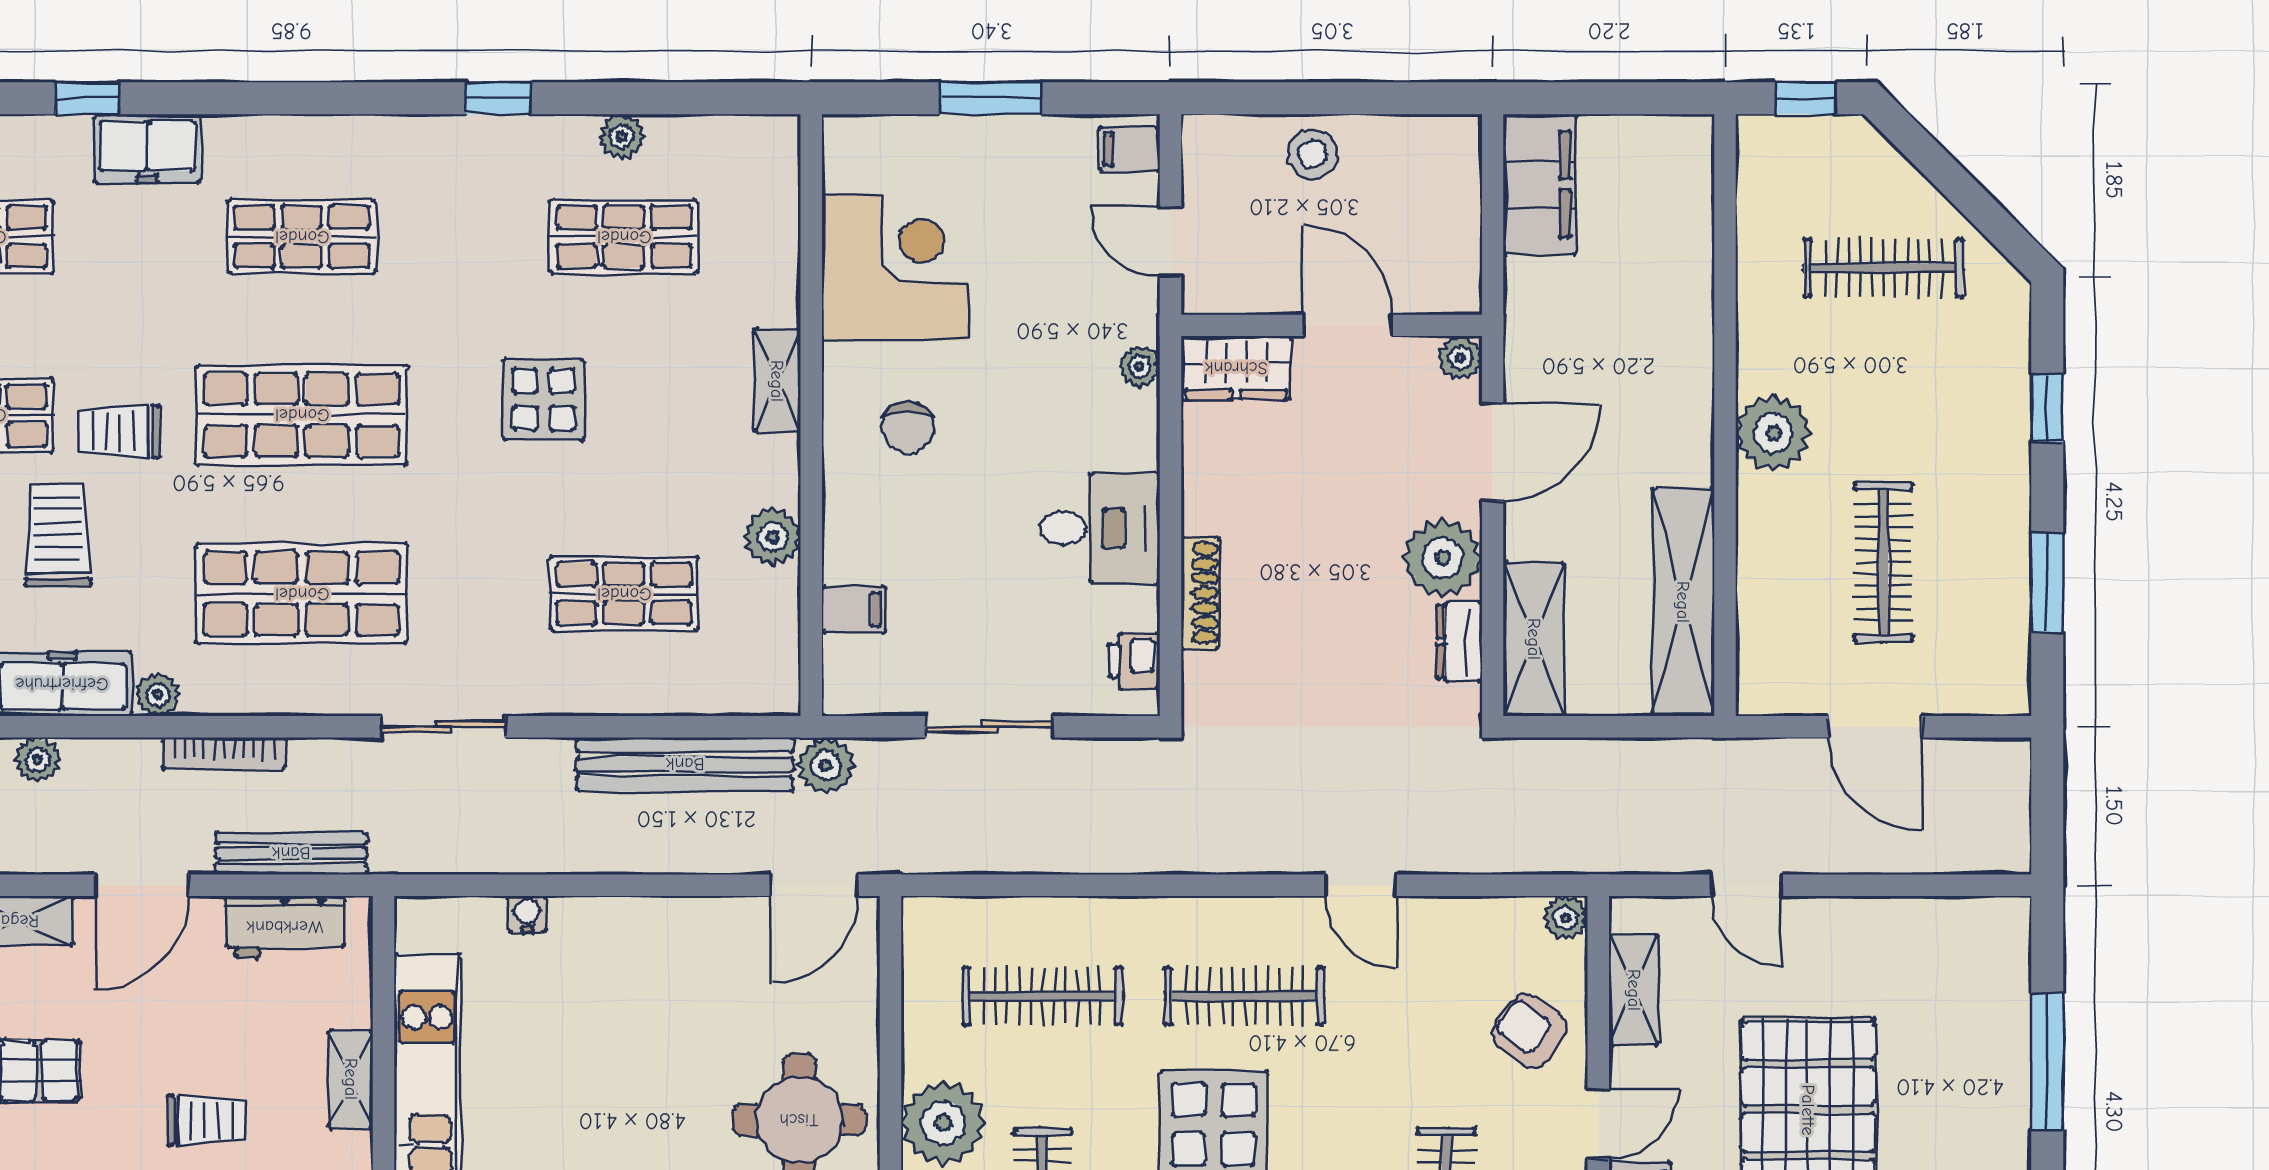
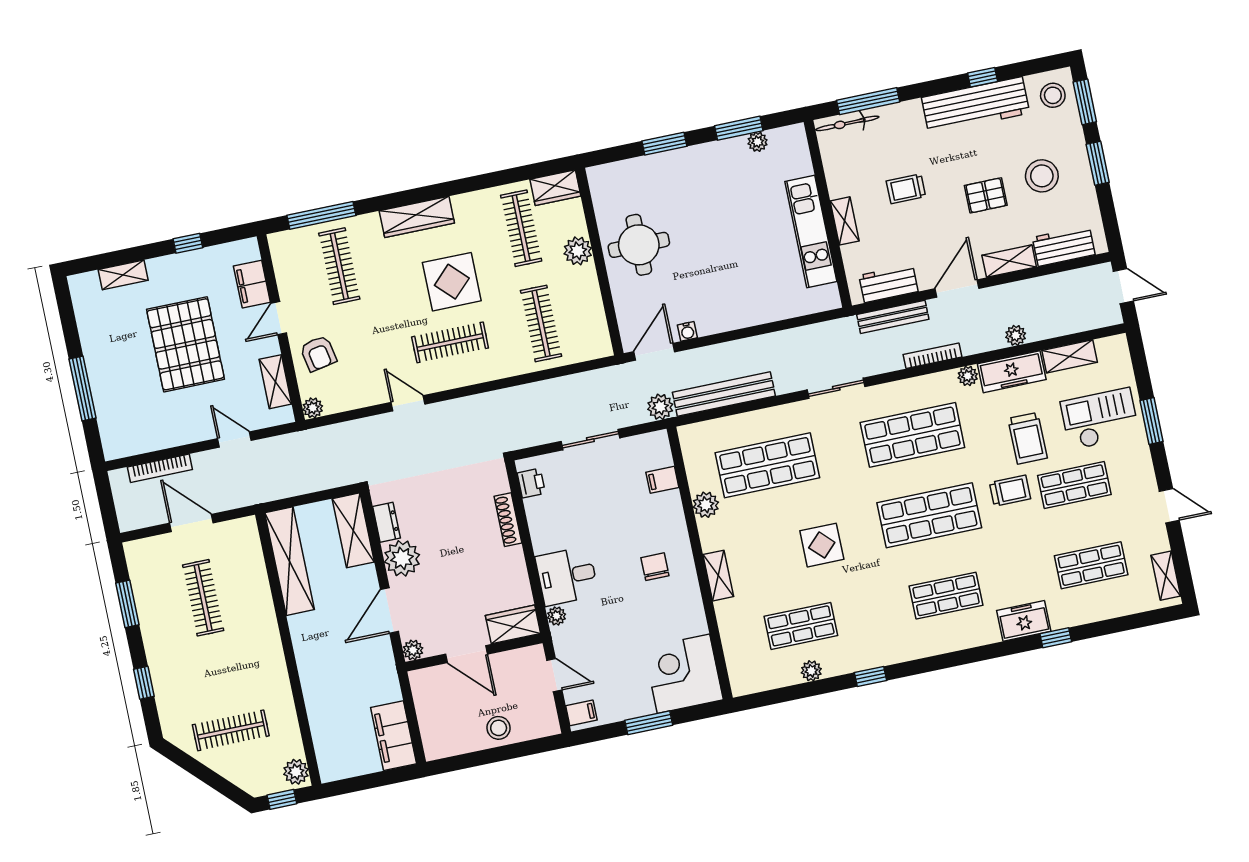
corner desk: (895, 267) -> (683, 674), moved, turned 90
plant: (1773, 433) -> (296, 772), moved, width x0.73, depth x0.73
desk: (1100, 528) -> (567, 576), moved
shop shelf: (624, 594) -> (767, 465), width x1.43, depth x1.36
bookcase: (1918, 857) -> (160, 468), added
water cooler: (527, 914) -> (687, 331), moved
clothes rail: (1043, 996) -> (541, 323), turned 90
armchair: (1530, 1031) -> (318, 353), turned 43
plant: (943, 1123) -> (578, 251), width x0.73, depth x0.73

